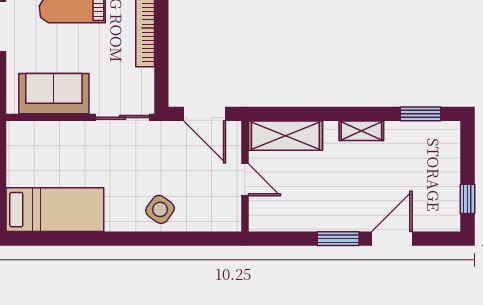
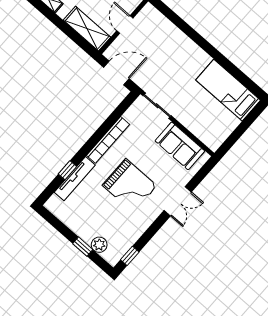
door: (205, 114) -> (116, 73), hinge flipped
side table: (160, 209) -> (178, 46), removed

